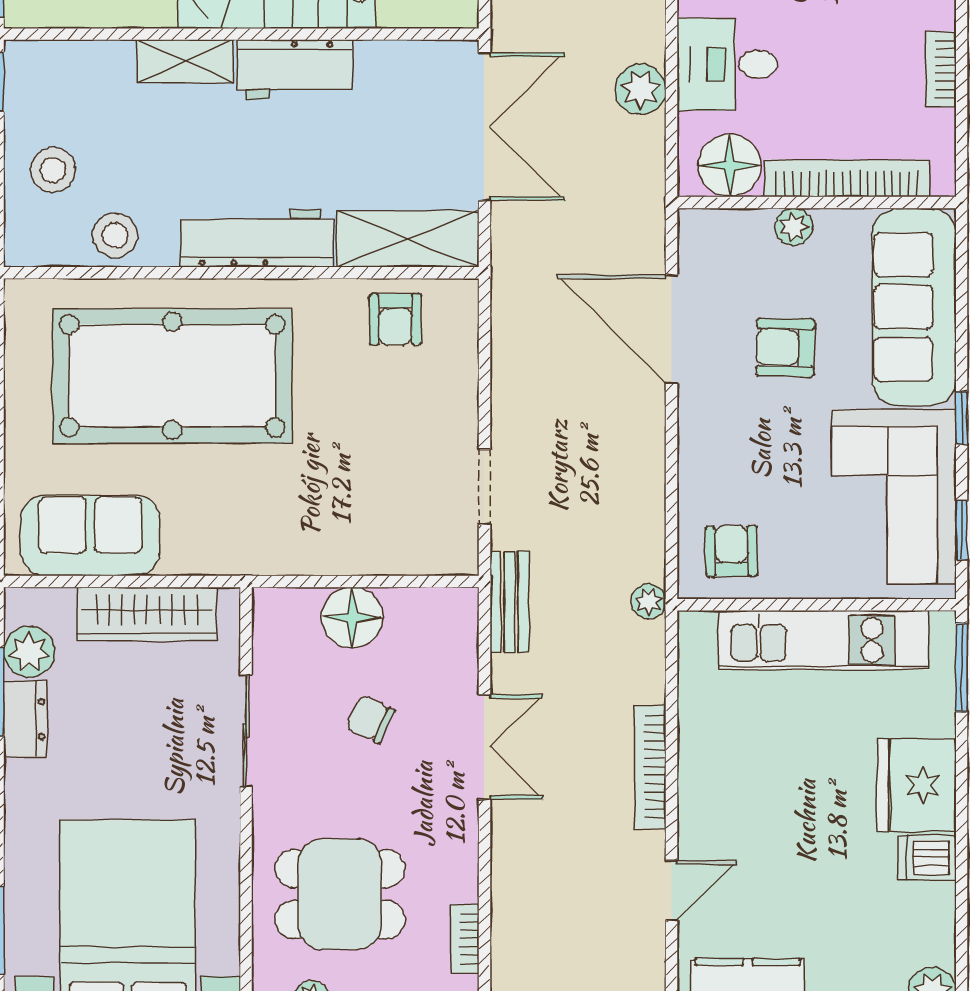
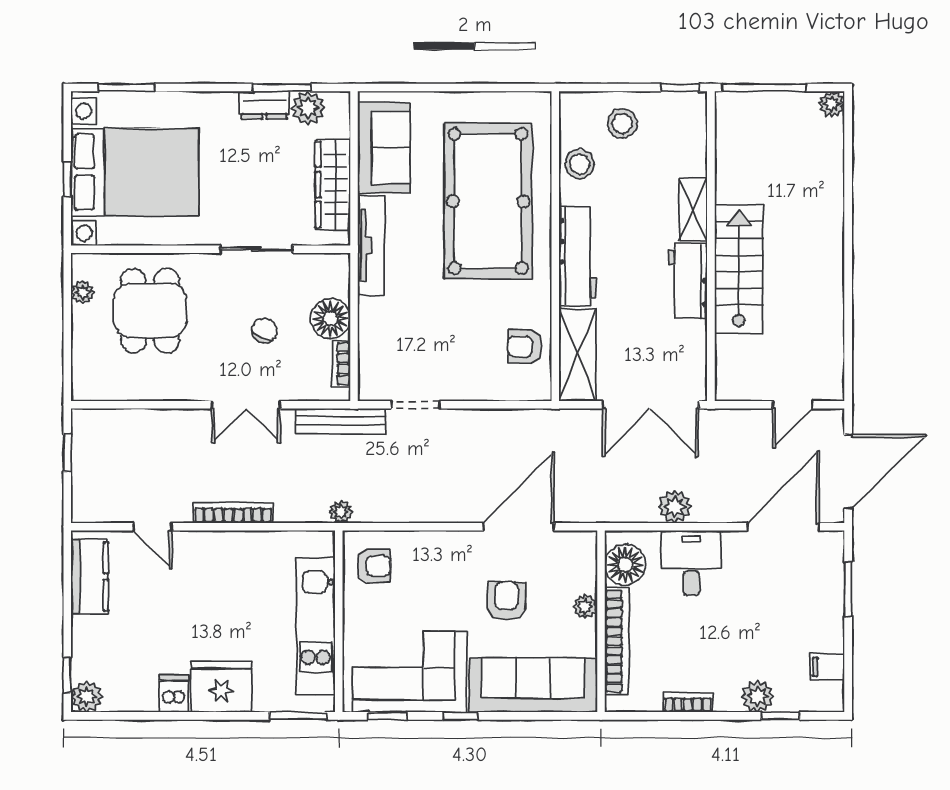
tv unit: (240, 555) -> (371, 246), added
bench: (509, 602) -> (341, 421), width x1.36
bookcase: (465, 939) -> (341, 364), moved, turned -90

